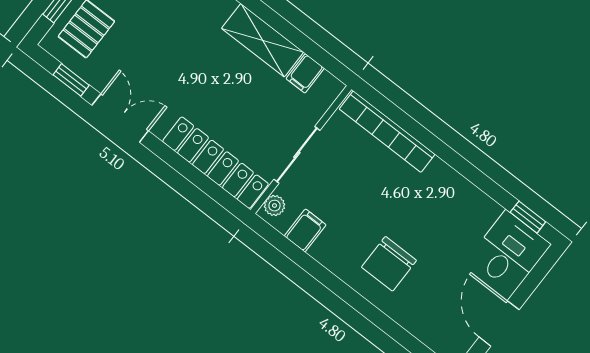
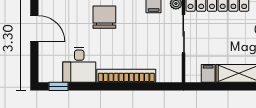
bookcase: (387, 132) -> (126, 76), moved
desk: (510, 251) -> (79, 65), moved

